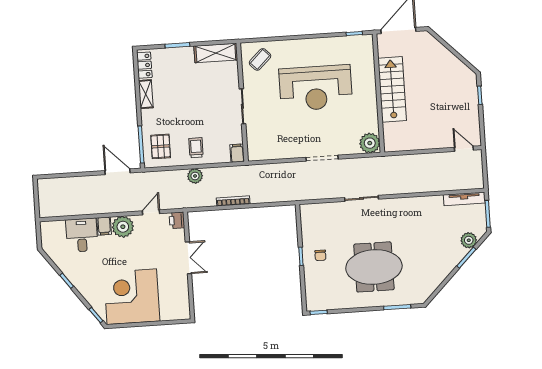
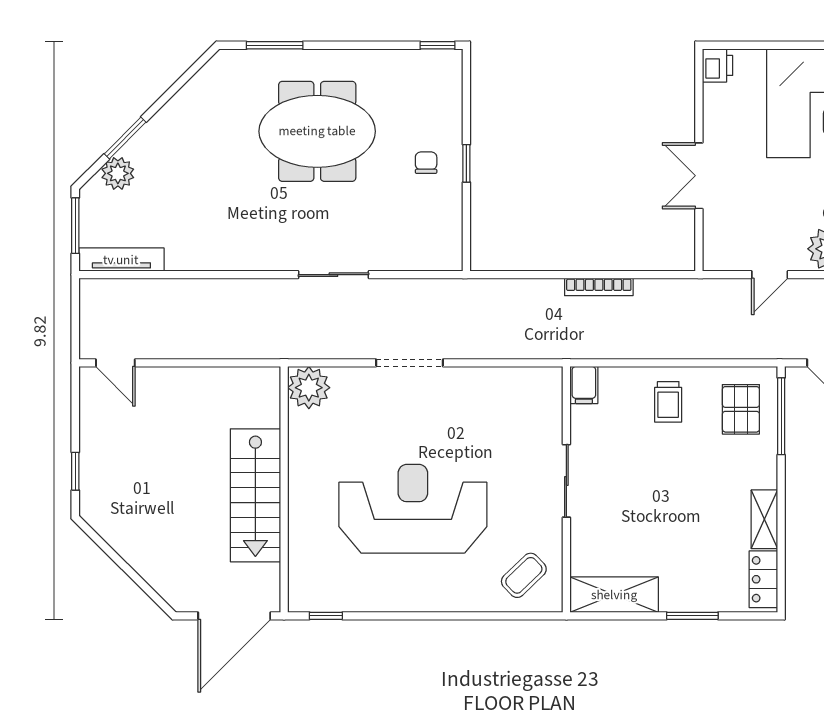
plant: (195, 176) -> (674, 344), removed
printer: (177, 220) -> (717, 65), moved

